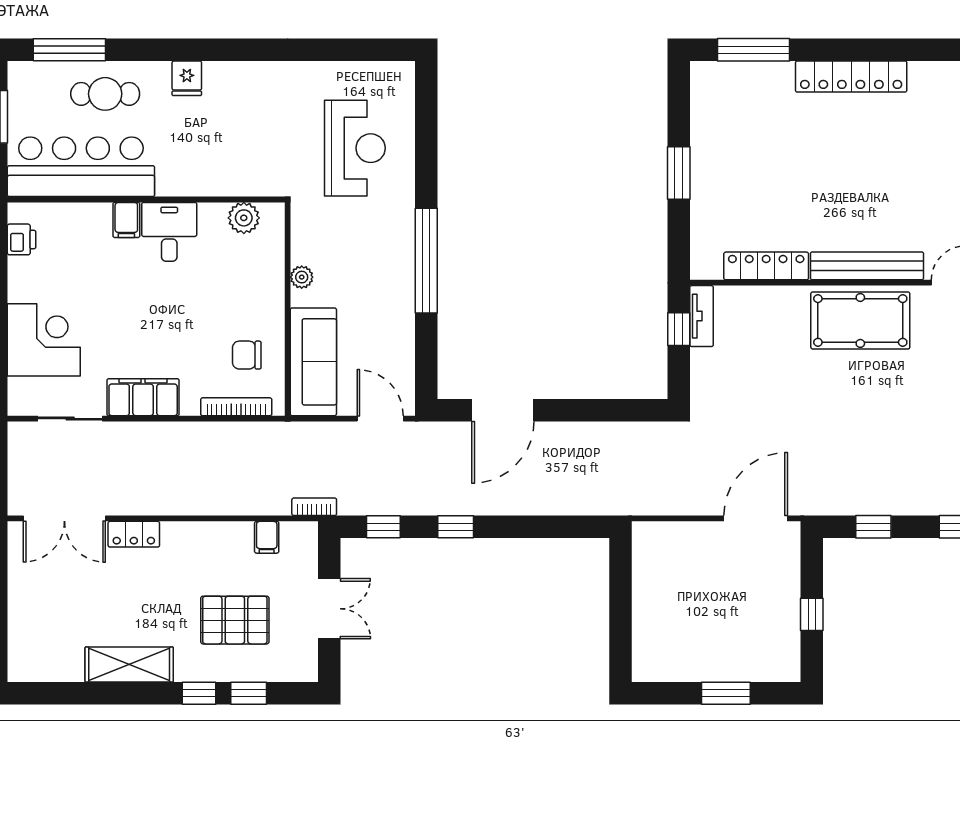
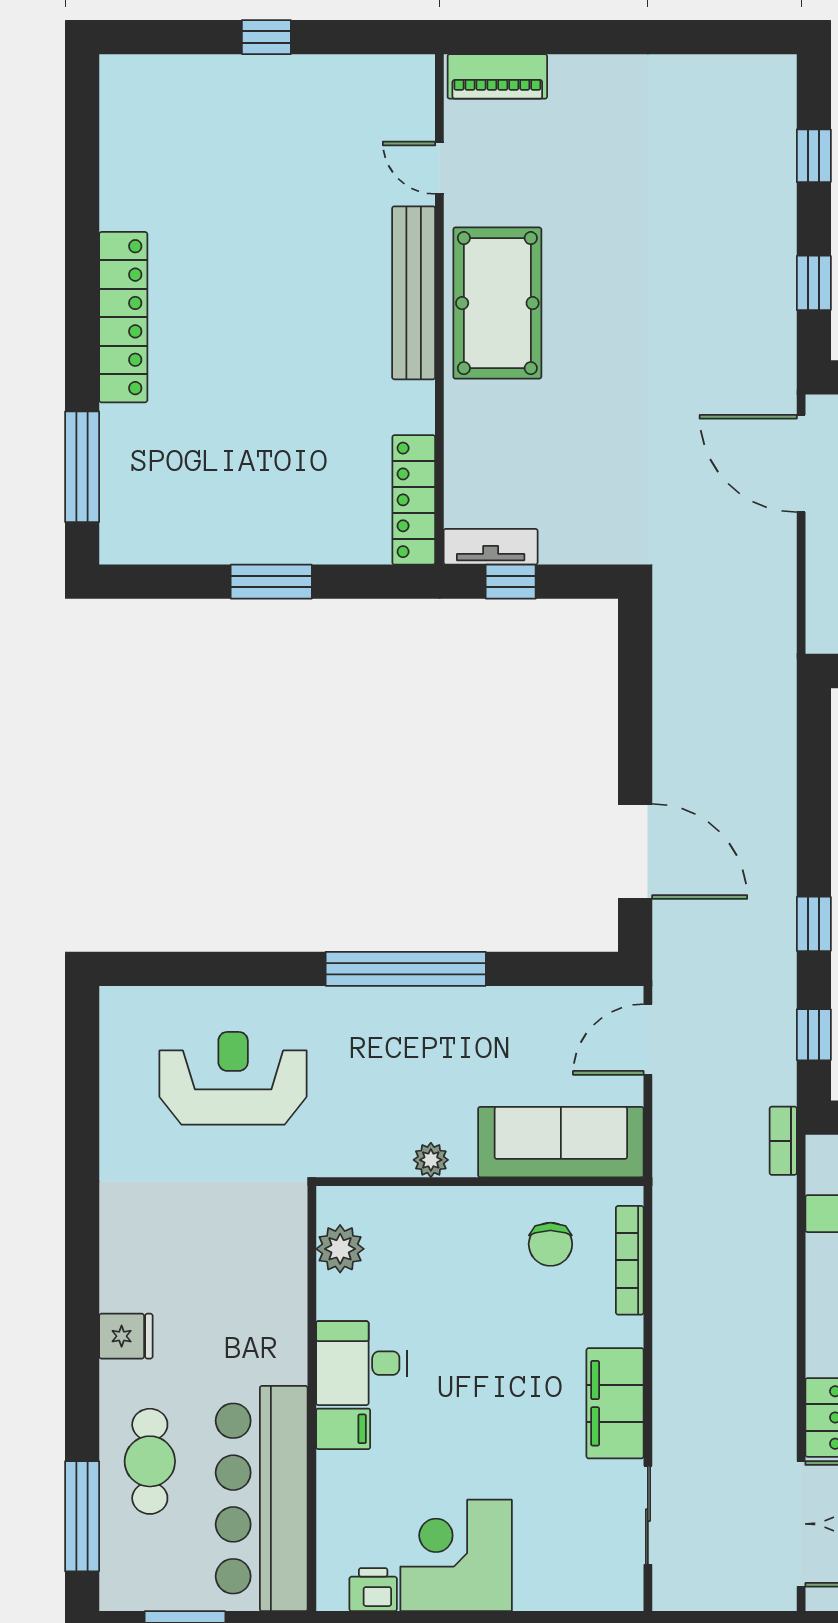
locker: (766, 266) -> (414, 500), moved
corner desk: (44, 340) -> (456, 1555), moved

